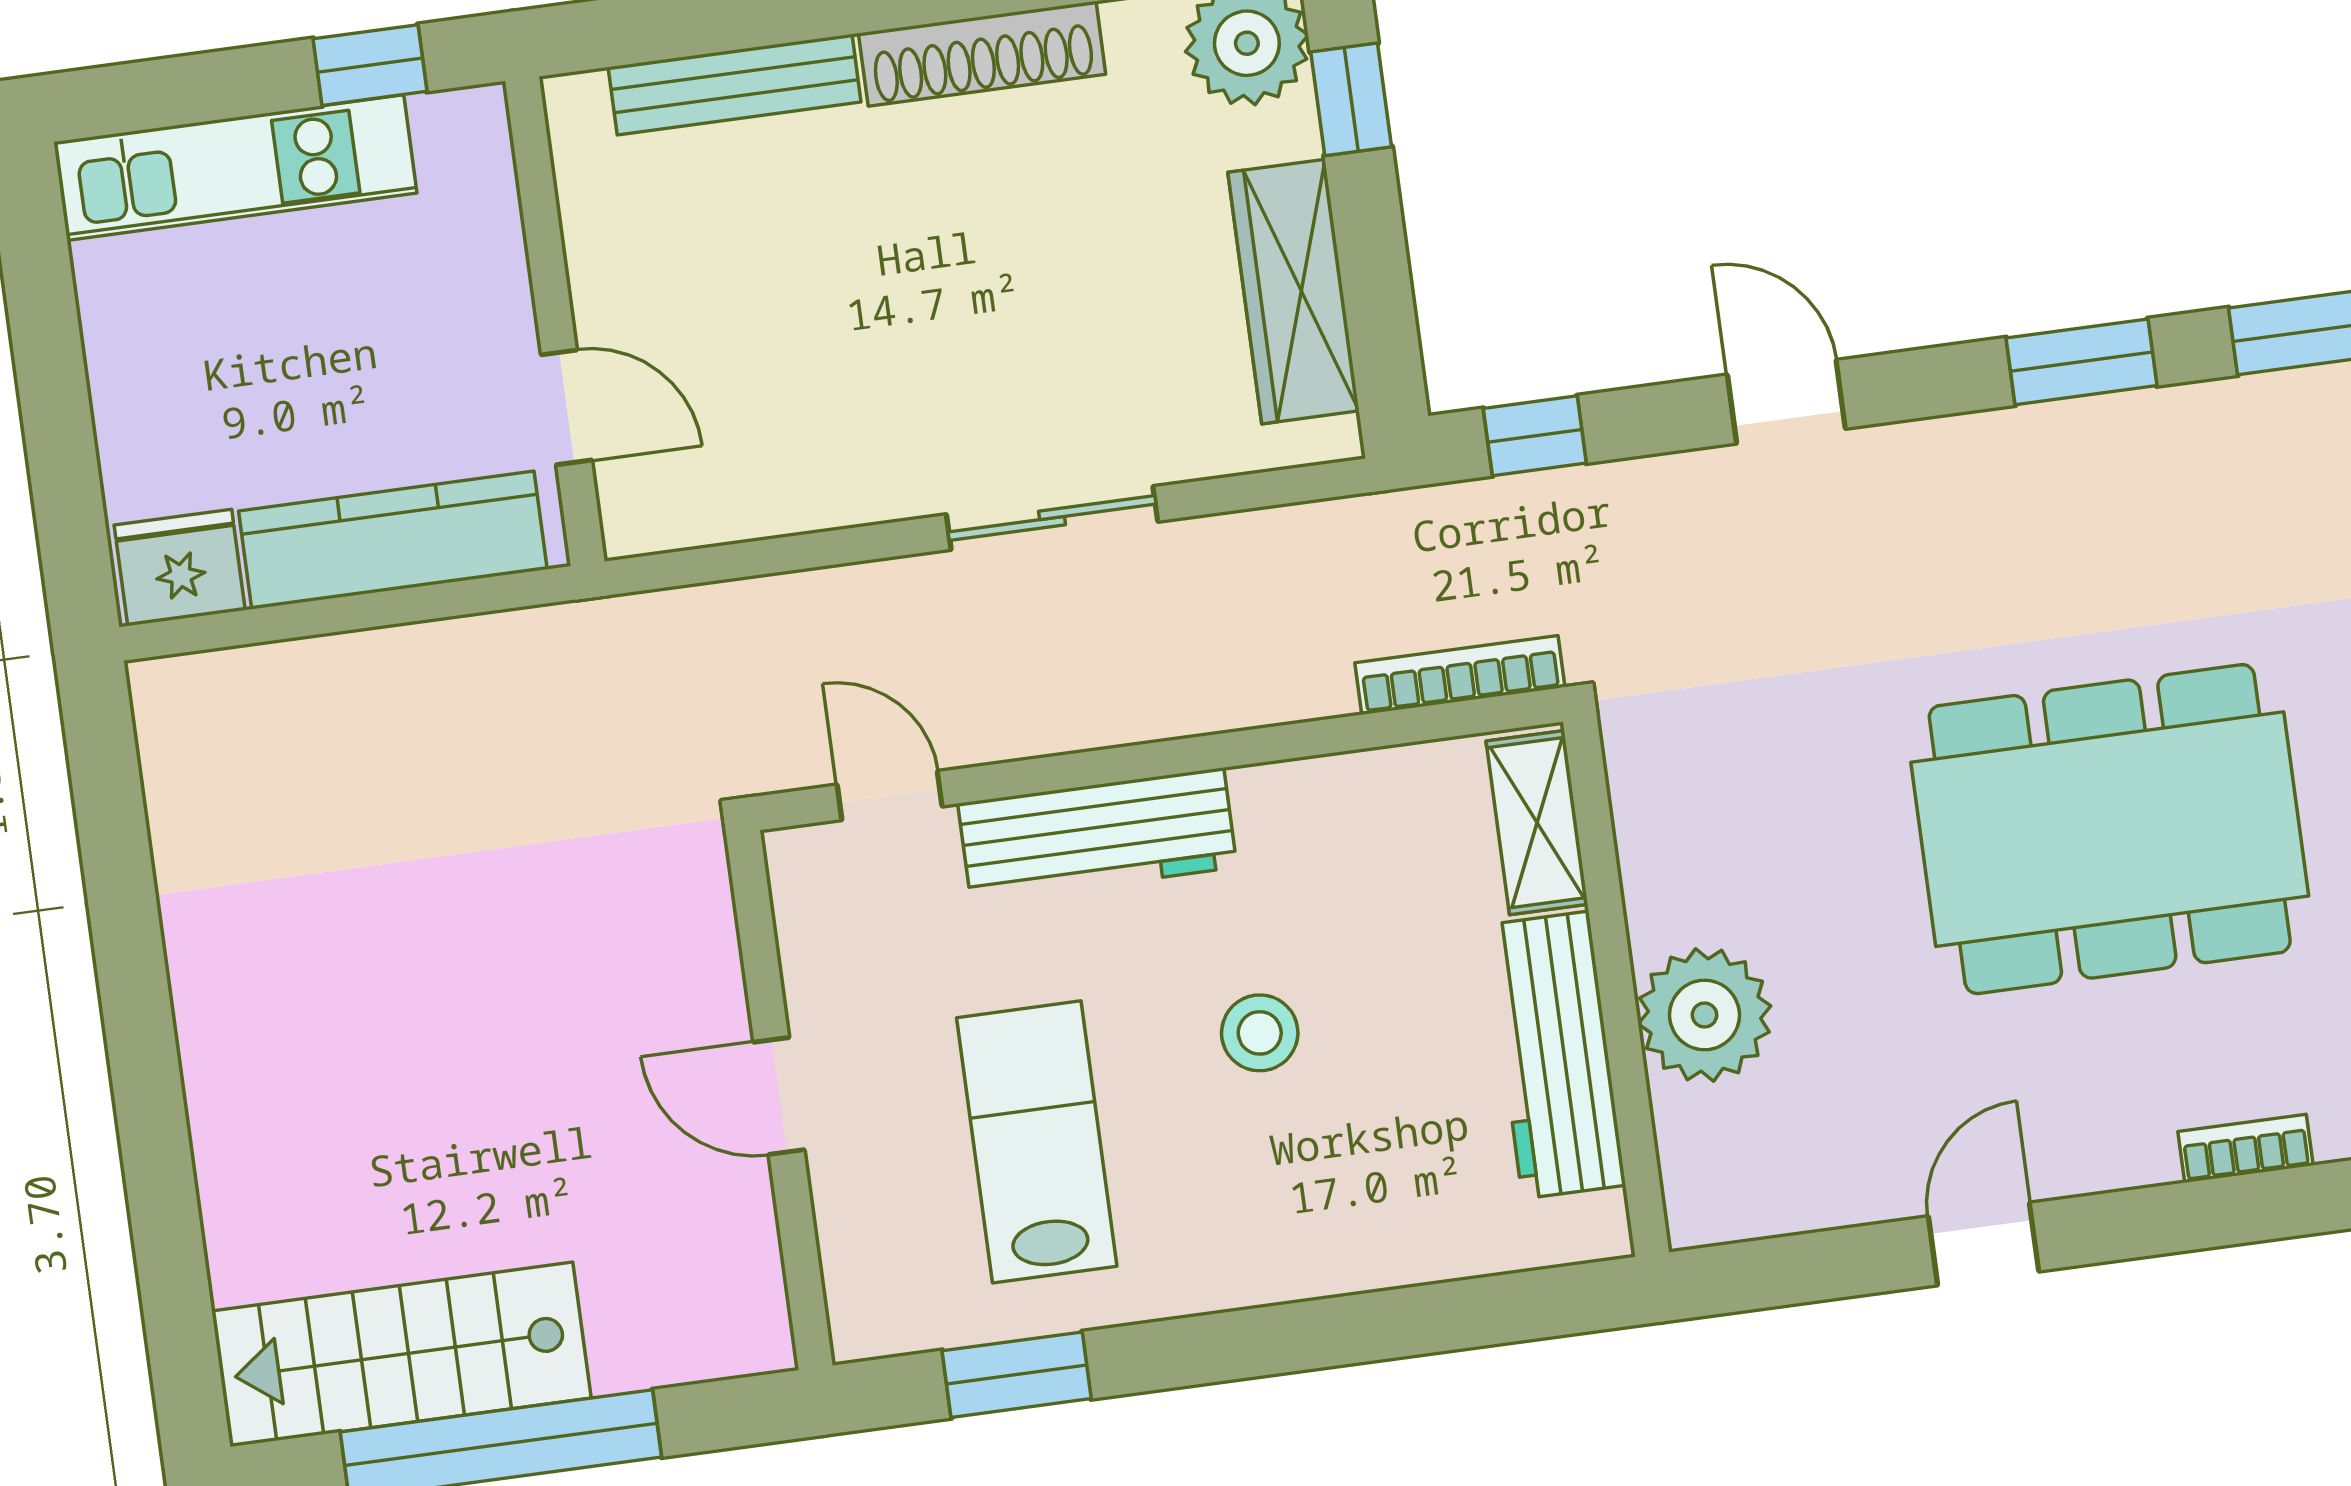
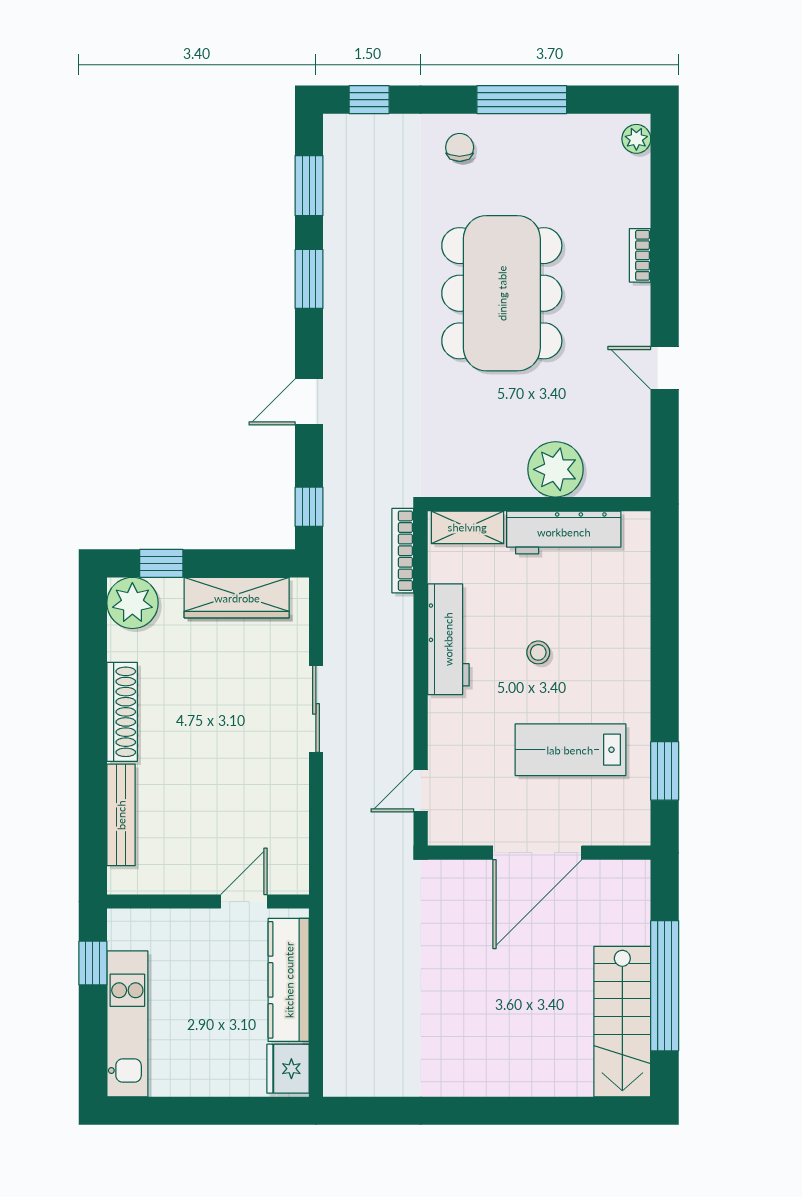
workbench: (1097, 835) -> (448, 639), moved
stool: (1260, 1033) -> (538, 652), width x0.73, depth x0.73
door: (779, 1096) -> (537, 853), width x1.87

